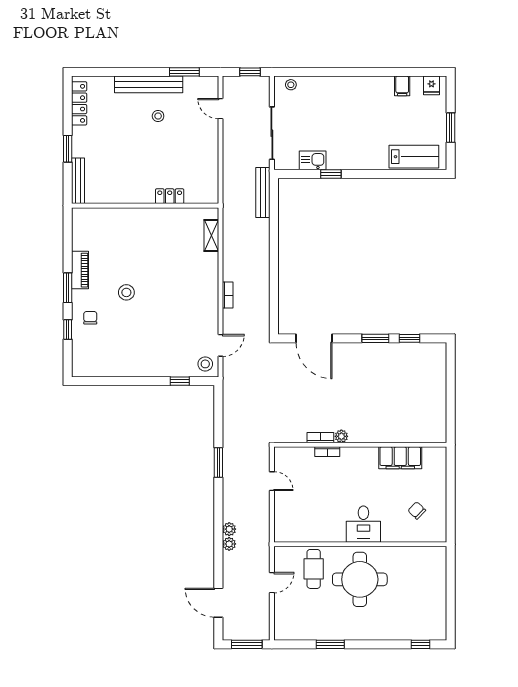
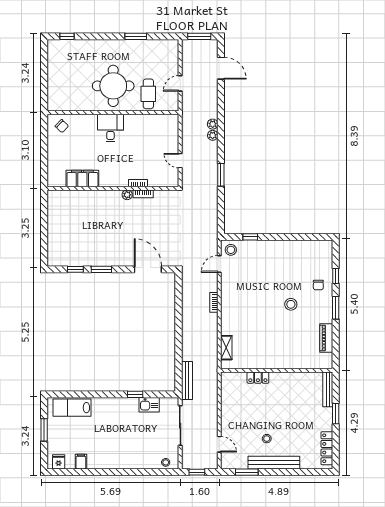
piano: (80, 270) -> (326, 338), moved
chair: (417, 510) -> (62, 126), moved
plant: (229, 544) -> (213, 135), moved

